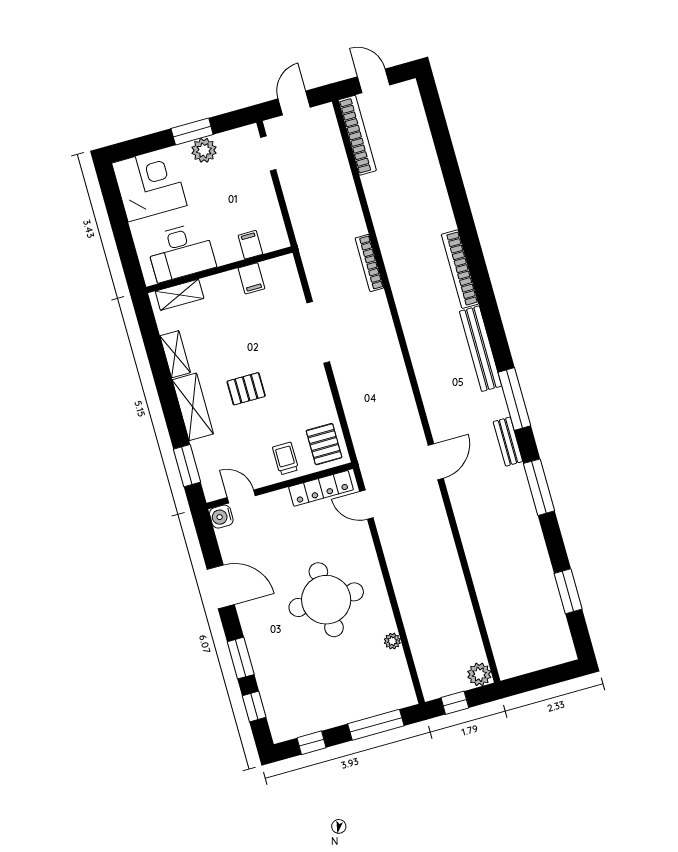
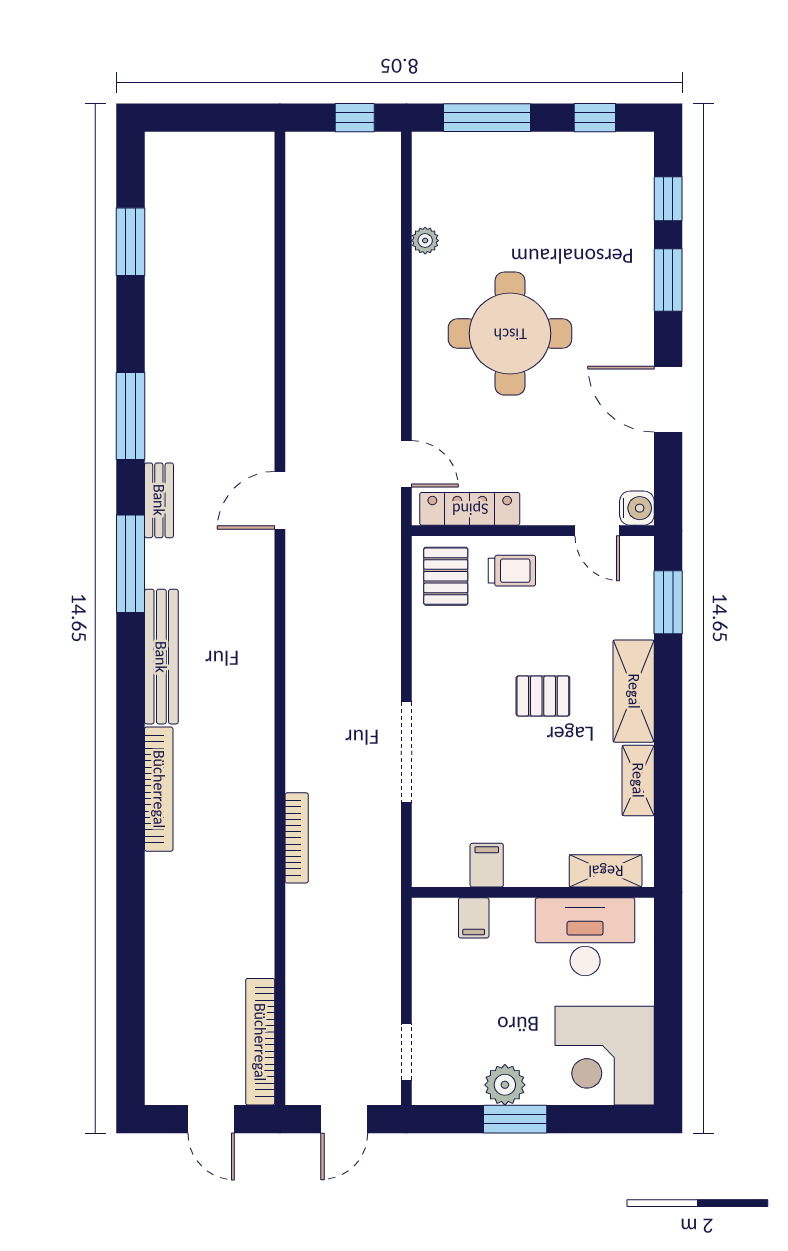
trolley: (285, 458) -> (512, 571), turned -90
plant: (479, 674) -> (304, 151), removed

